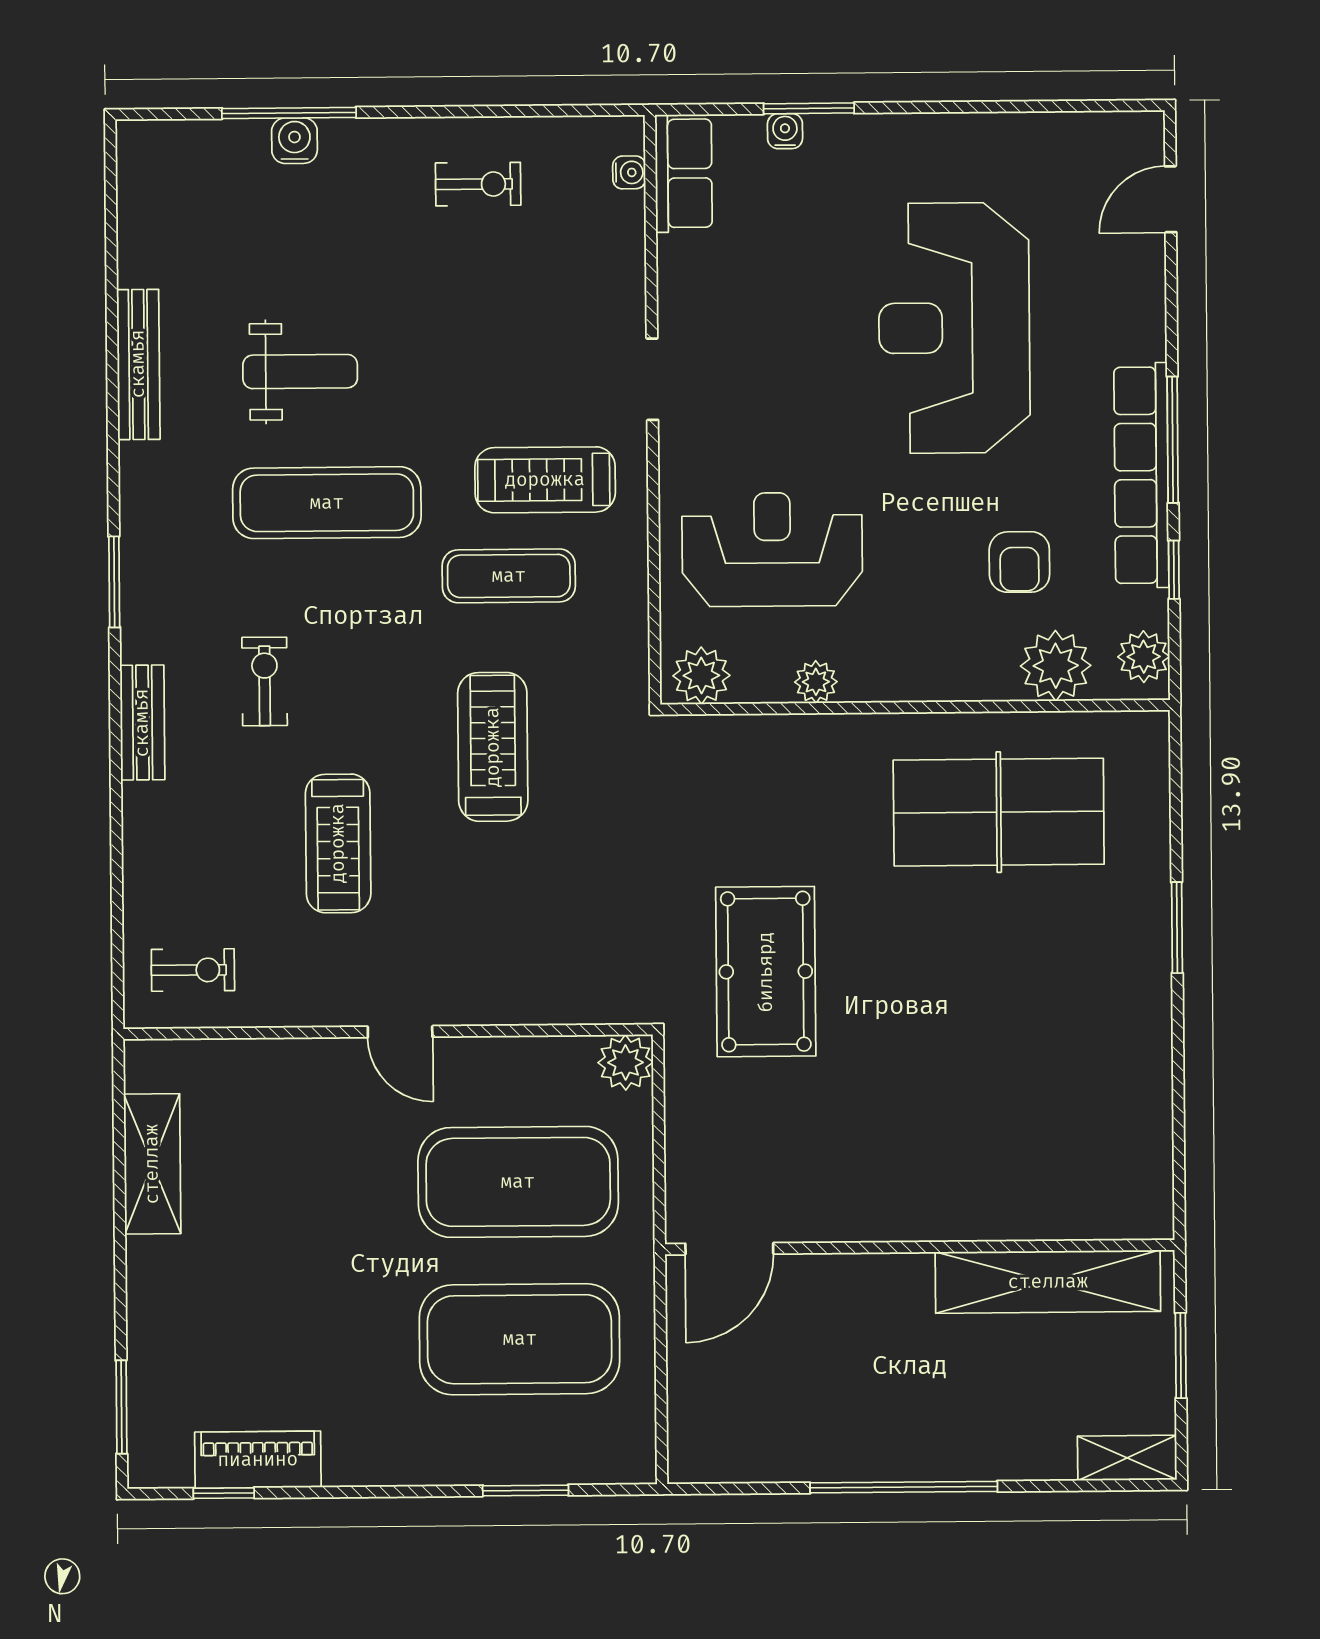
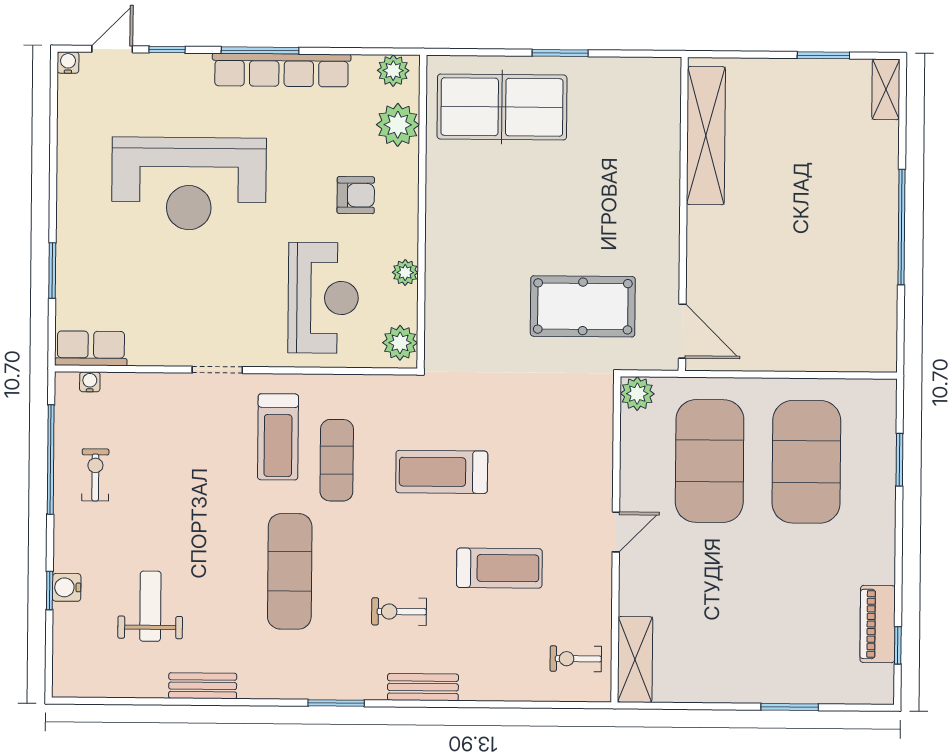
window: (502, 111) -> (51, 459), added
window: (289, 113) -> (50, 590), width x0.46
water cooler: (785, 131) -> (68, 63), moved, turned 90
door: (1171, 199) -> (112, 49), swing flipped
bench: (138, 364) -> (203, 686), width x0.73
weight bench: (300, 372) -> (150, 606), moved
reception desk: (772, 549) -> (323, 298), turned 180
armchair: (1019, 562) -> (356, 195), moved
window: (1174, 570) -> (167, 50), moved
table tennis table: (999, 812) -> (502, 107), moved, turned 90
exercise bike: (193, 970) -> (576, 659), turned -90
shelving: (152, 1164) -> (635, 659), moved, turned 90
wall: (920, 1247) -> (683, 214), moved
door: (729, 1249) -> (682, 331), moved
shelving: (1048, 1282) -> (706, 136), moved
window: (121, 1407) -> (790, 707), moved

